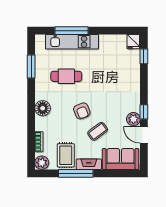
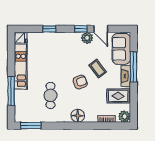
kitchen unit: (72, 42) -> (21, 67), moved
window: (144, 56) -> (49, 29), moved
window: (31, 67) -> (31, 126), moved
door: (144, 135) -> (101, 29), hinge flipped
window: (76, 173) -> (134, 67), moved

